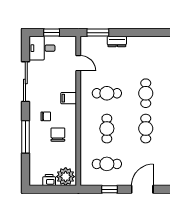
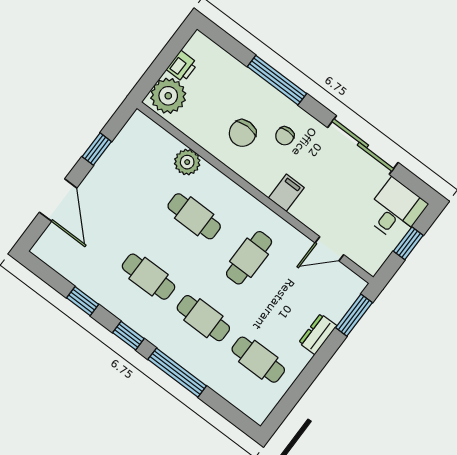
chair: (58, 135) -> (242, 133), turned 90
plant: (87, 148) -> (187, 162), added
cafe table: (107, 164) -> (258, 360), moved, turned 90

